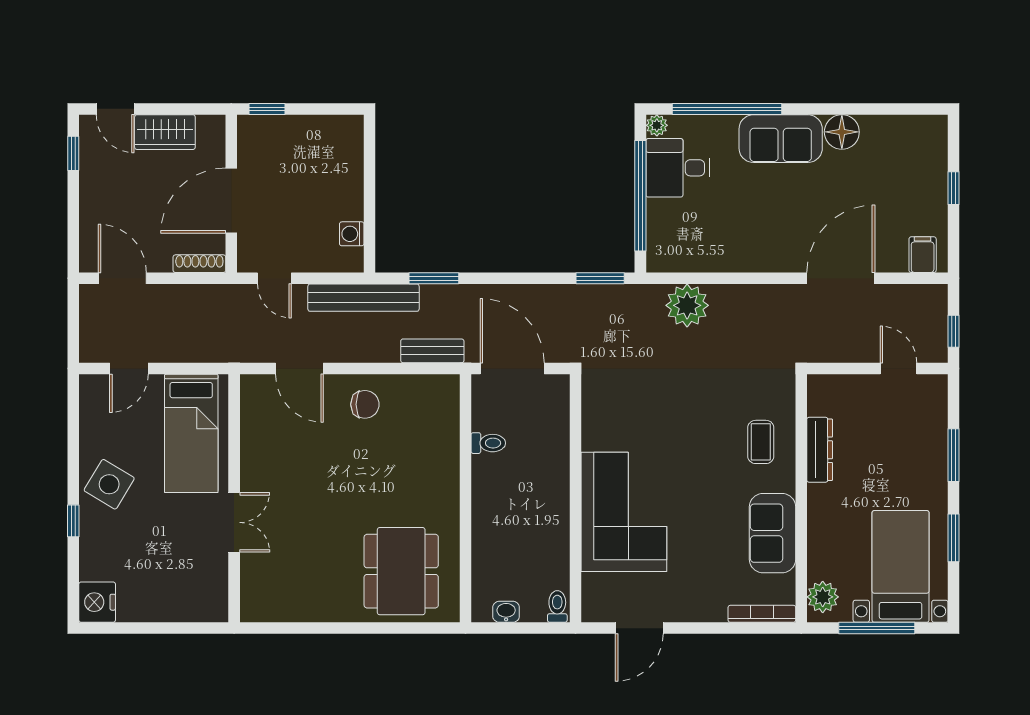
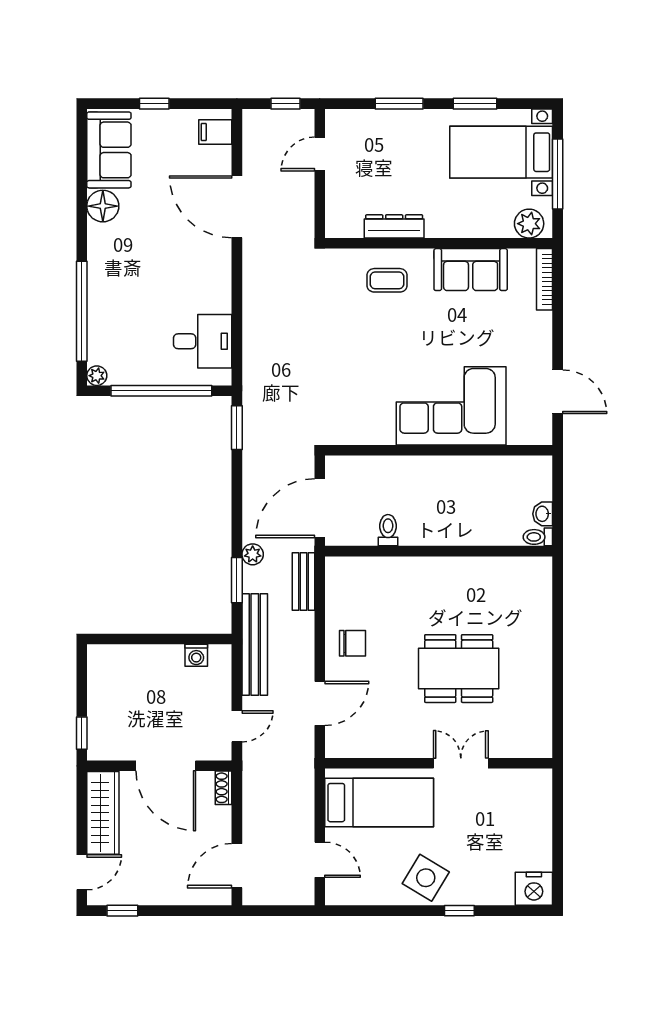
wardrobe: (165, 132) -> (103, 813), width x1.50
sofa: (781, 139) -> (109, 150), moved
desk: (678, 168) -> (203, 341), moved, turned -90
shoe rack: (199, 264) -> (224, 788), width x0.70
plant: (687, 305) -> (253, 554), moved, width x0.53, depth x0.53
chair: (365, 404) -> (353, 643), turned 90
dining table: (401, 571) -> (459, 669), moved
toilet: (557, 606) -> (538, 537), moved

